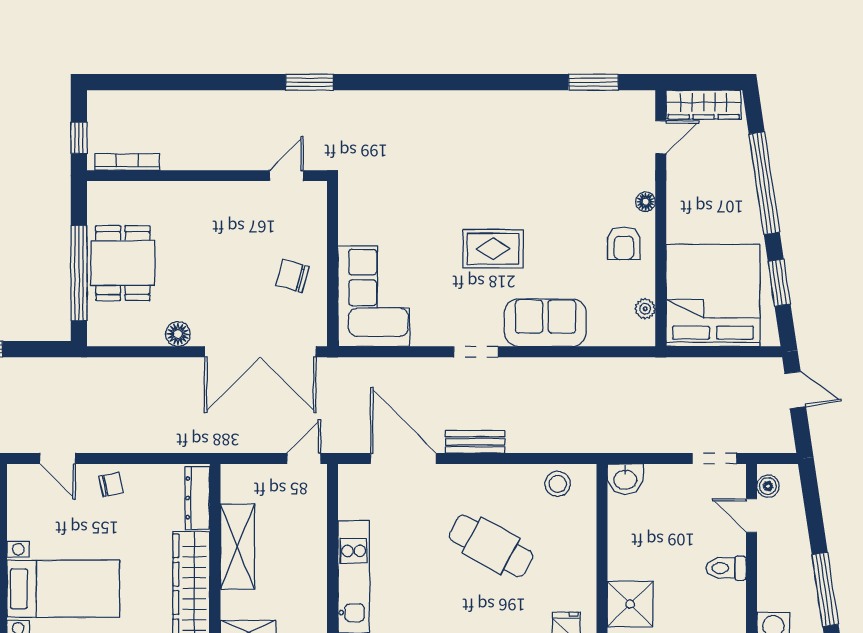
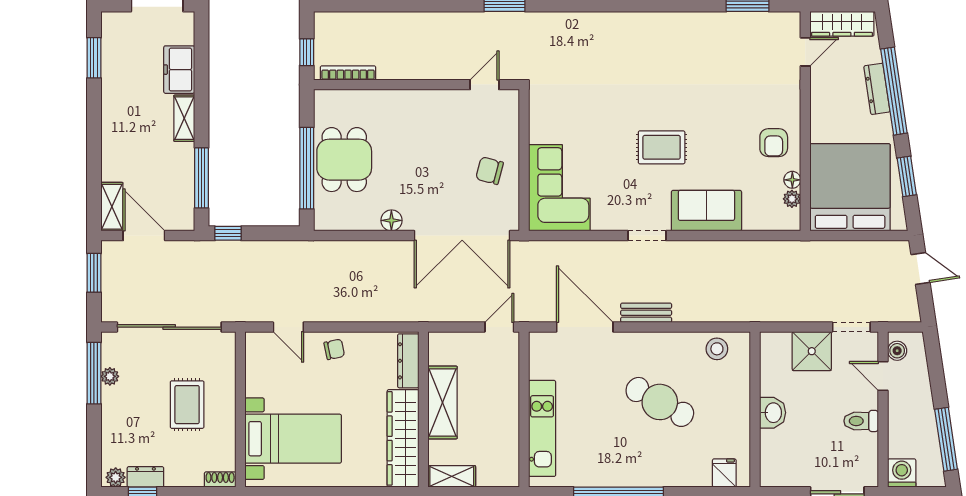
dresser: (744, 181) -> (877, 89), added
floor lamp: (646, 202) -> (792, 180), moved
washbasin: (625, 479) -> (773, 413), moved, turned -90
shower: (630, 604) -> (812, 351), moved

